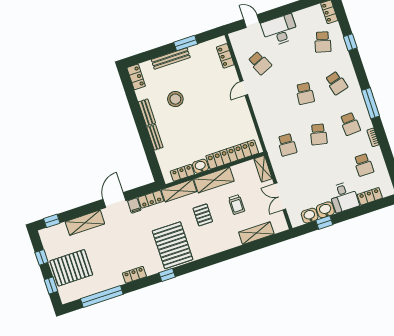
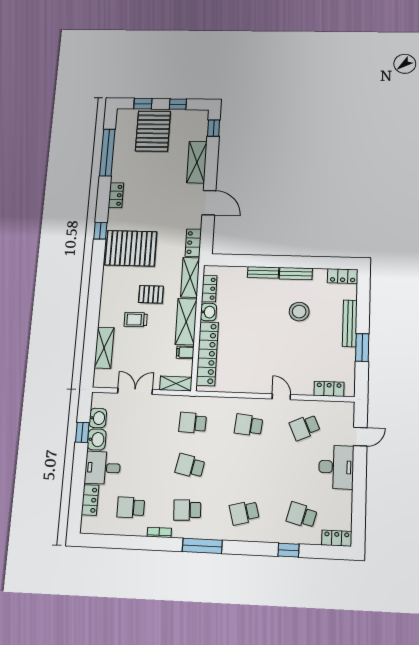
school desk: (305, 93) -> (248, 425), moved
trolley: (237, 205) -> (136, 320), moved
filing cabinet: (134, 206) -> (185, 352), moved

